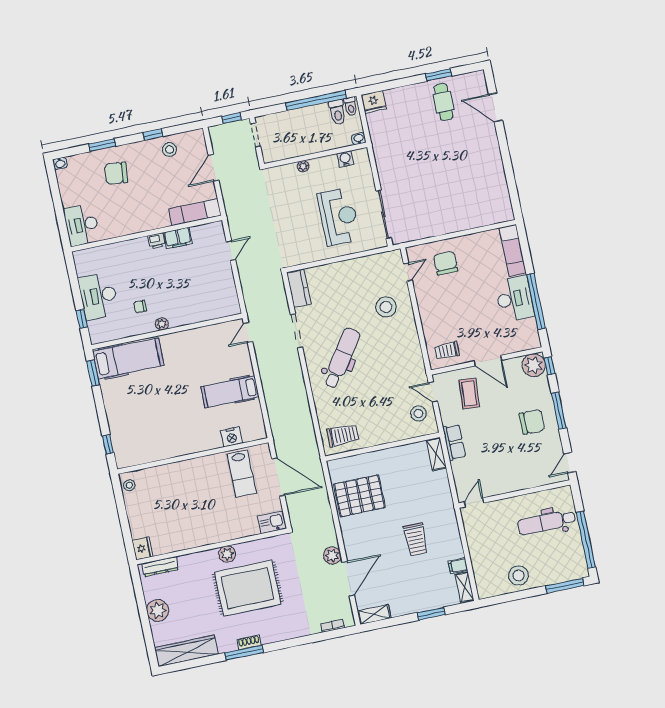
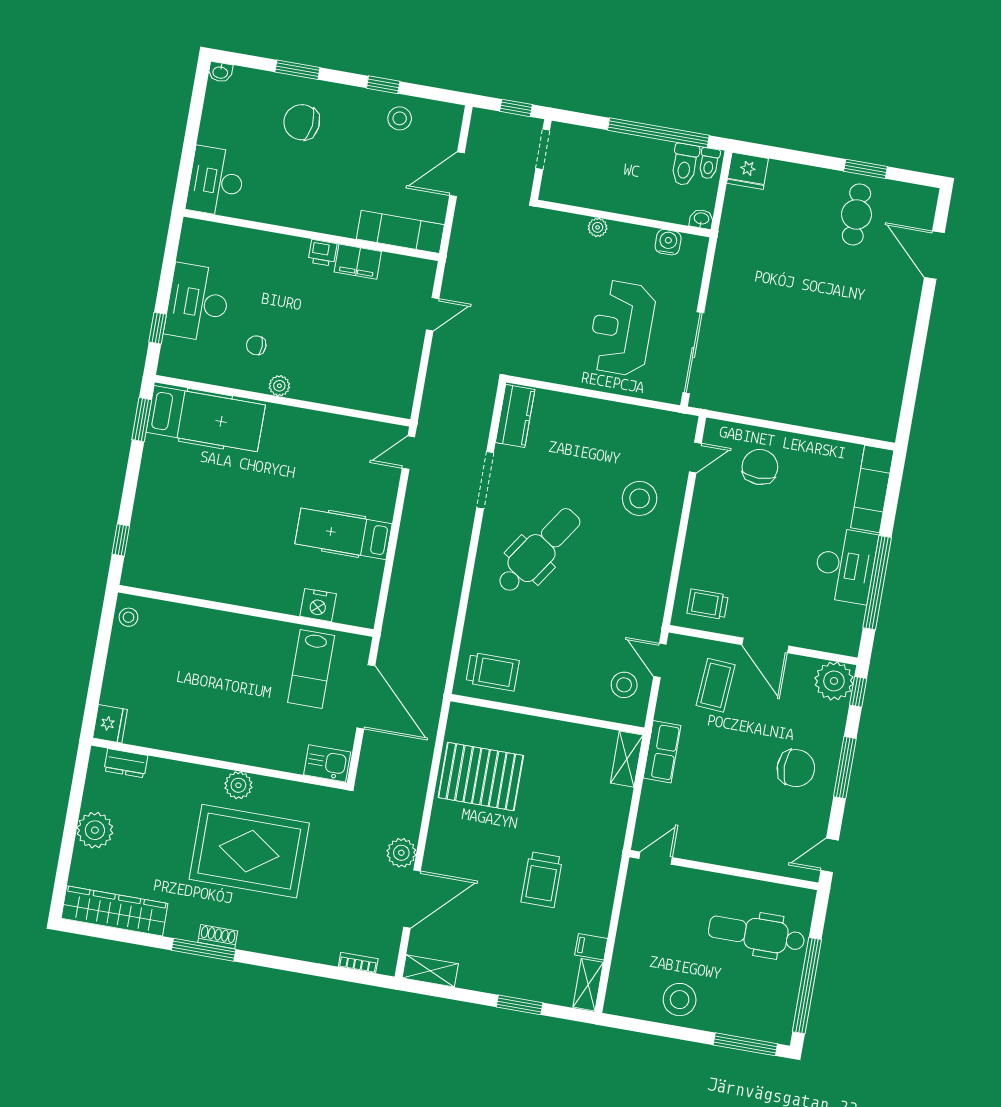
reception desk: (339, 217) -> (622, 328), turned 180
dresser: (160, 567) -> (126, 763), width x0.70

